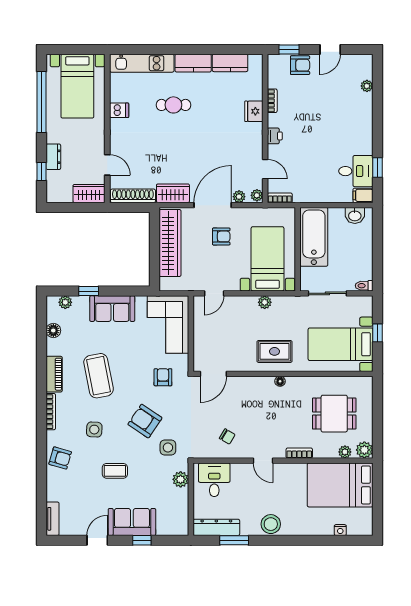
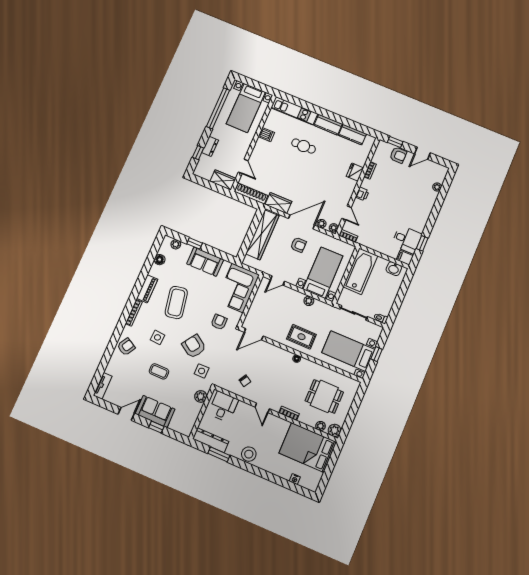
armchair: (60, 458) -> (126, 347), turned -76

